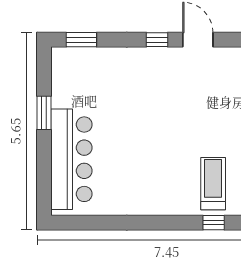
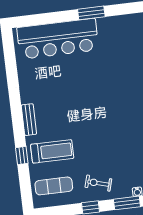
bench: (169, 208) -> (29, 120), added

